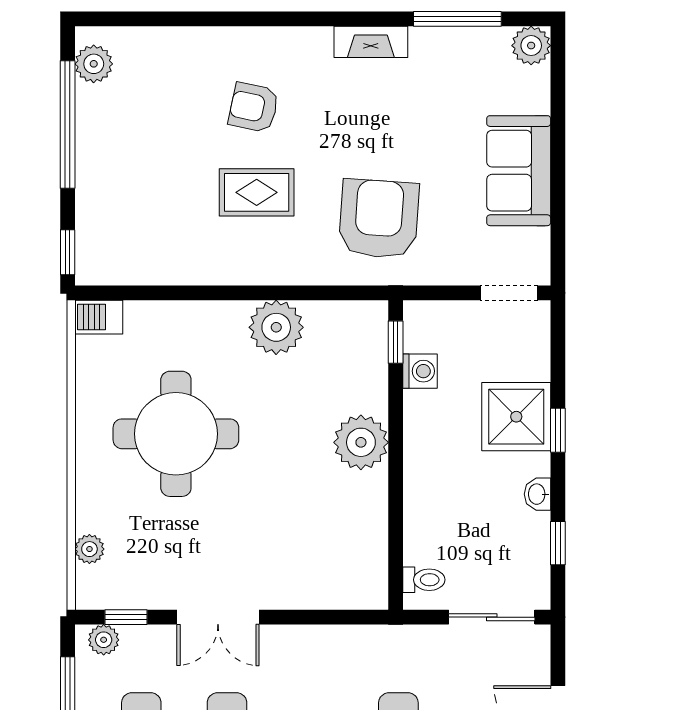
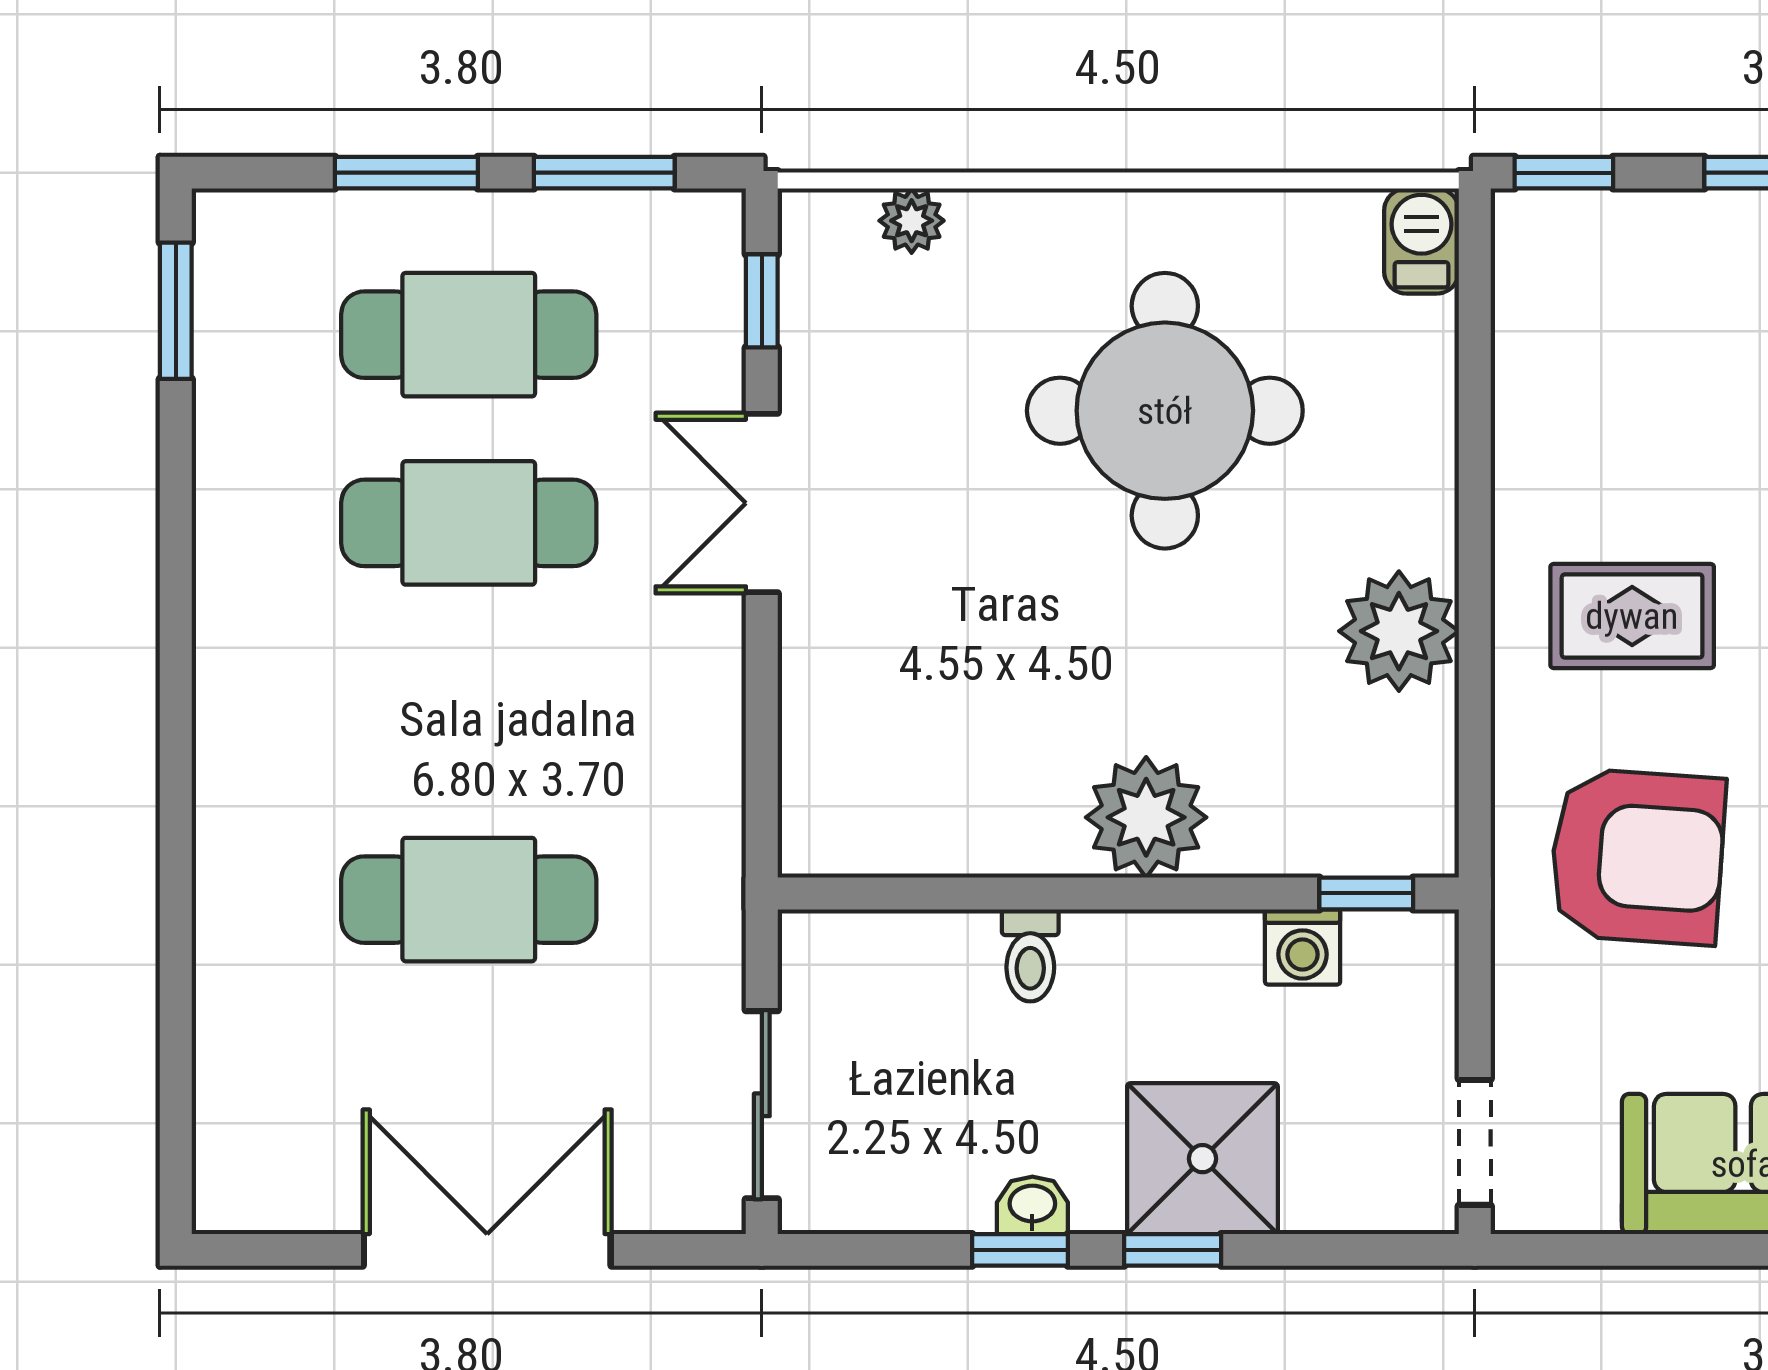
rug: (257, 192) -> (1632, 616), moved, turned 90
window: (558, 543) -> (1020, 1250), moved
toilet: (424, 580) -> (1030, 955), moved
plant: (104, 640) -> (712, 252), removed

